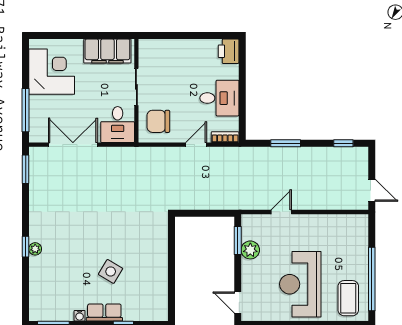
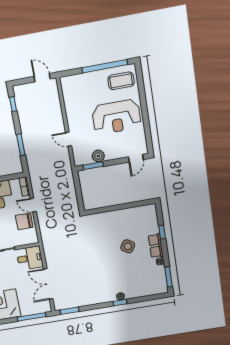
chair: (158, 121) -> (24, 221), moved, turned 90
door: (372, 190) -> (42, 78), hinge flipped

